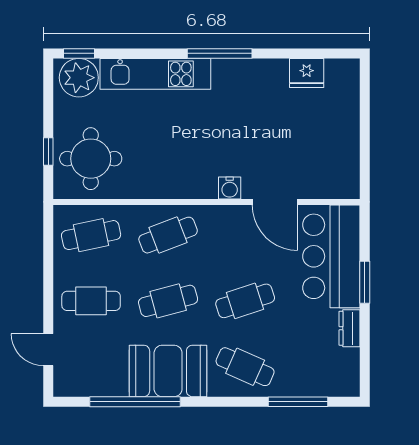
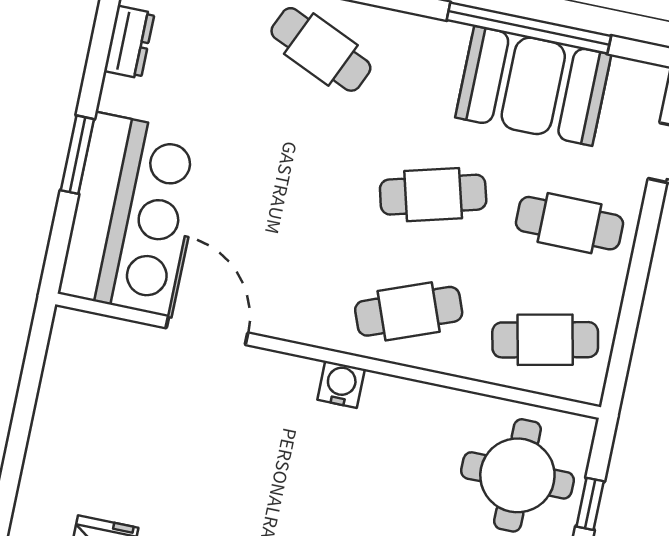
water cooler: (230, 188) -> (341, 384), moved
cafe table: (245, 301) -> (297, 166), removed
dresser: (350, 328) -> (129, 42), moved
booth: (168, 371) -> (533, 86), moved

